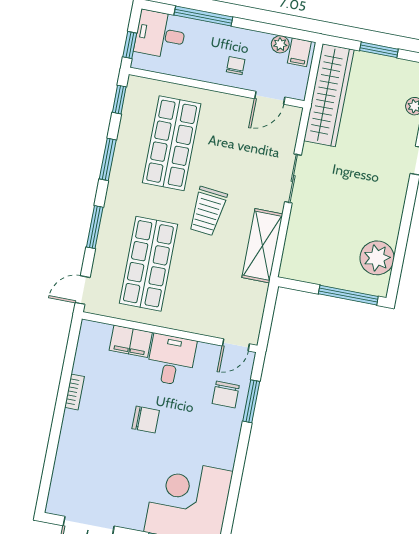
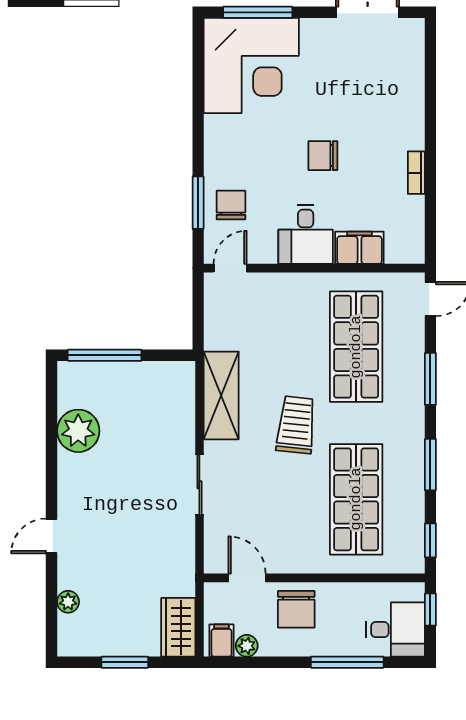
chair: (236, 66) -> (296, 609), width x1.87, depth x1.87
wardrobe: (329, 95) -> (178, 627), width x0.48, depth x0.85
door: (270, 98) -> (247, 578), hinge flipped
plant: (377, 258) -> (78, 431), moved

